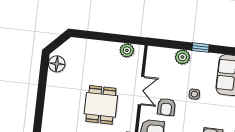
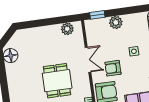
window: (201, 48) -> (97, 15), moved
armchair: (166, 107) -> (113, 68), turned 90

